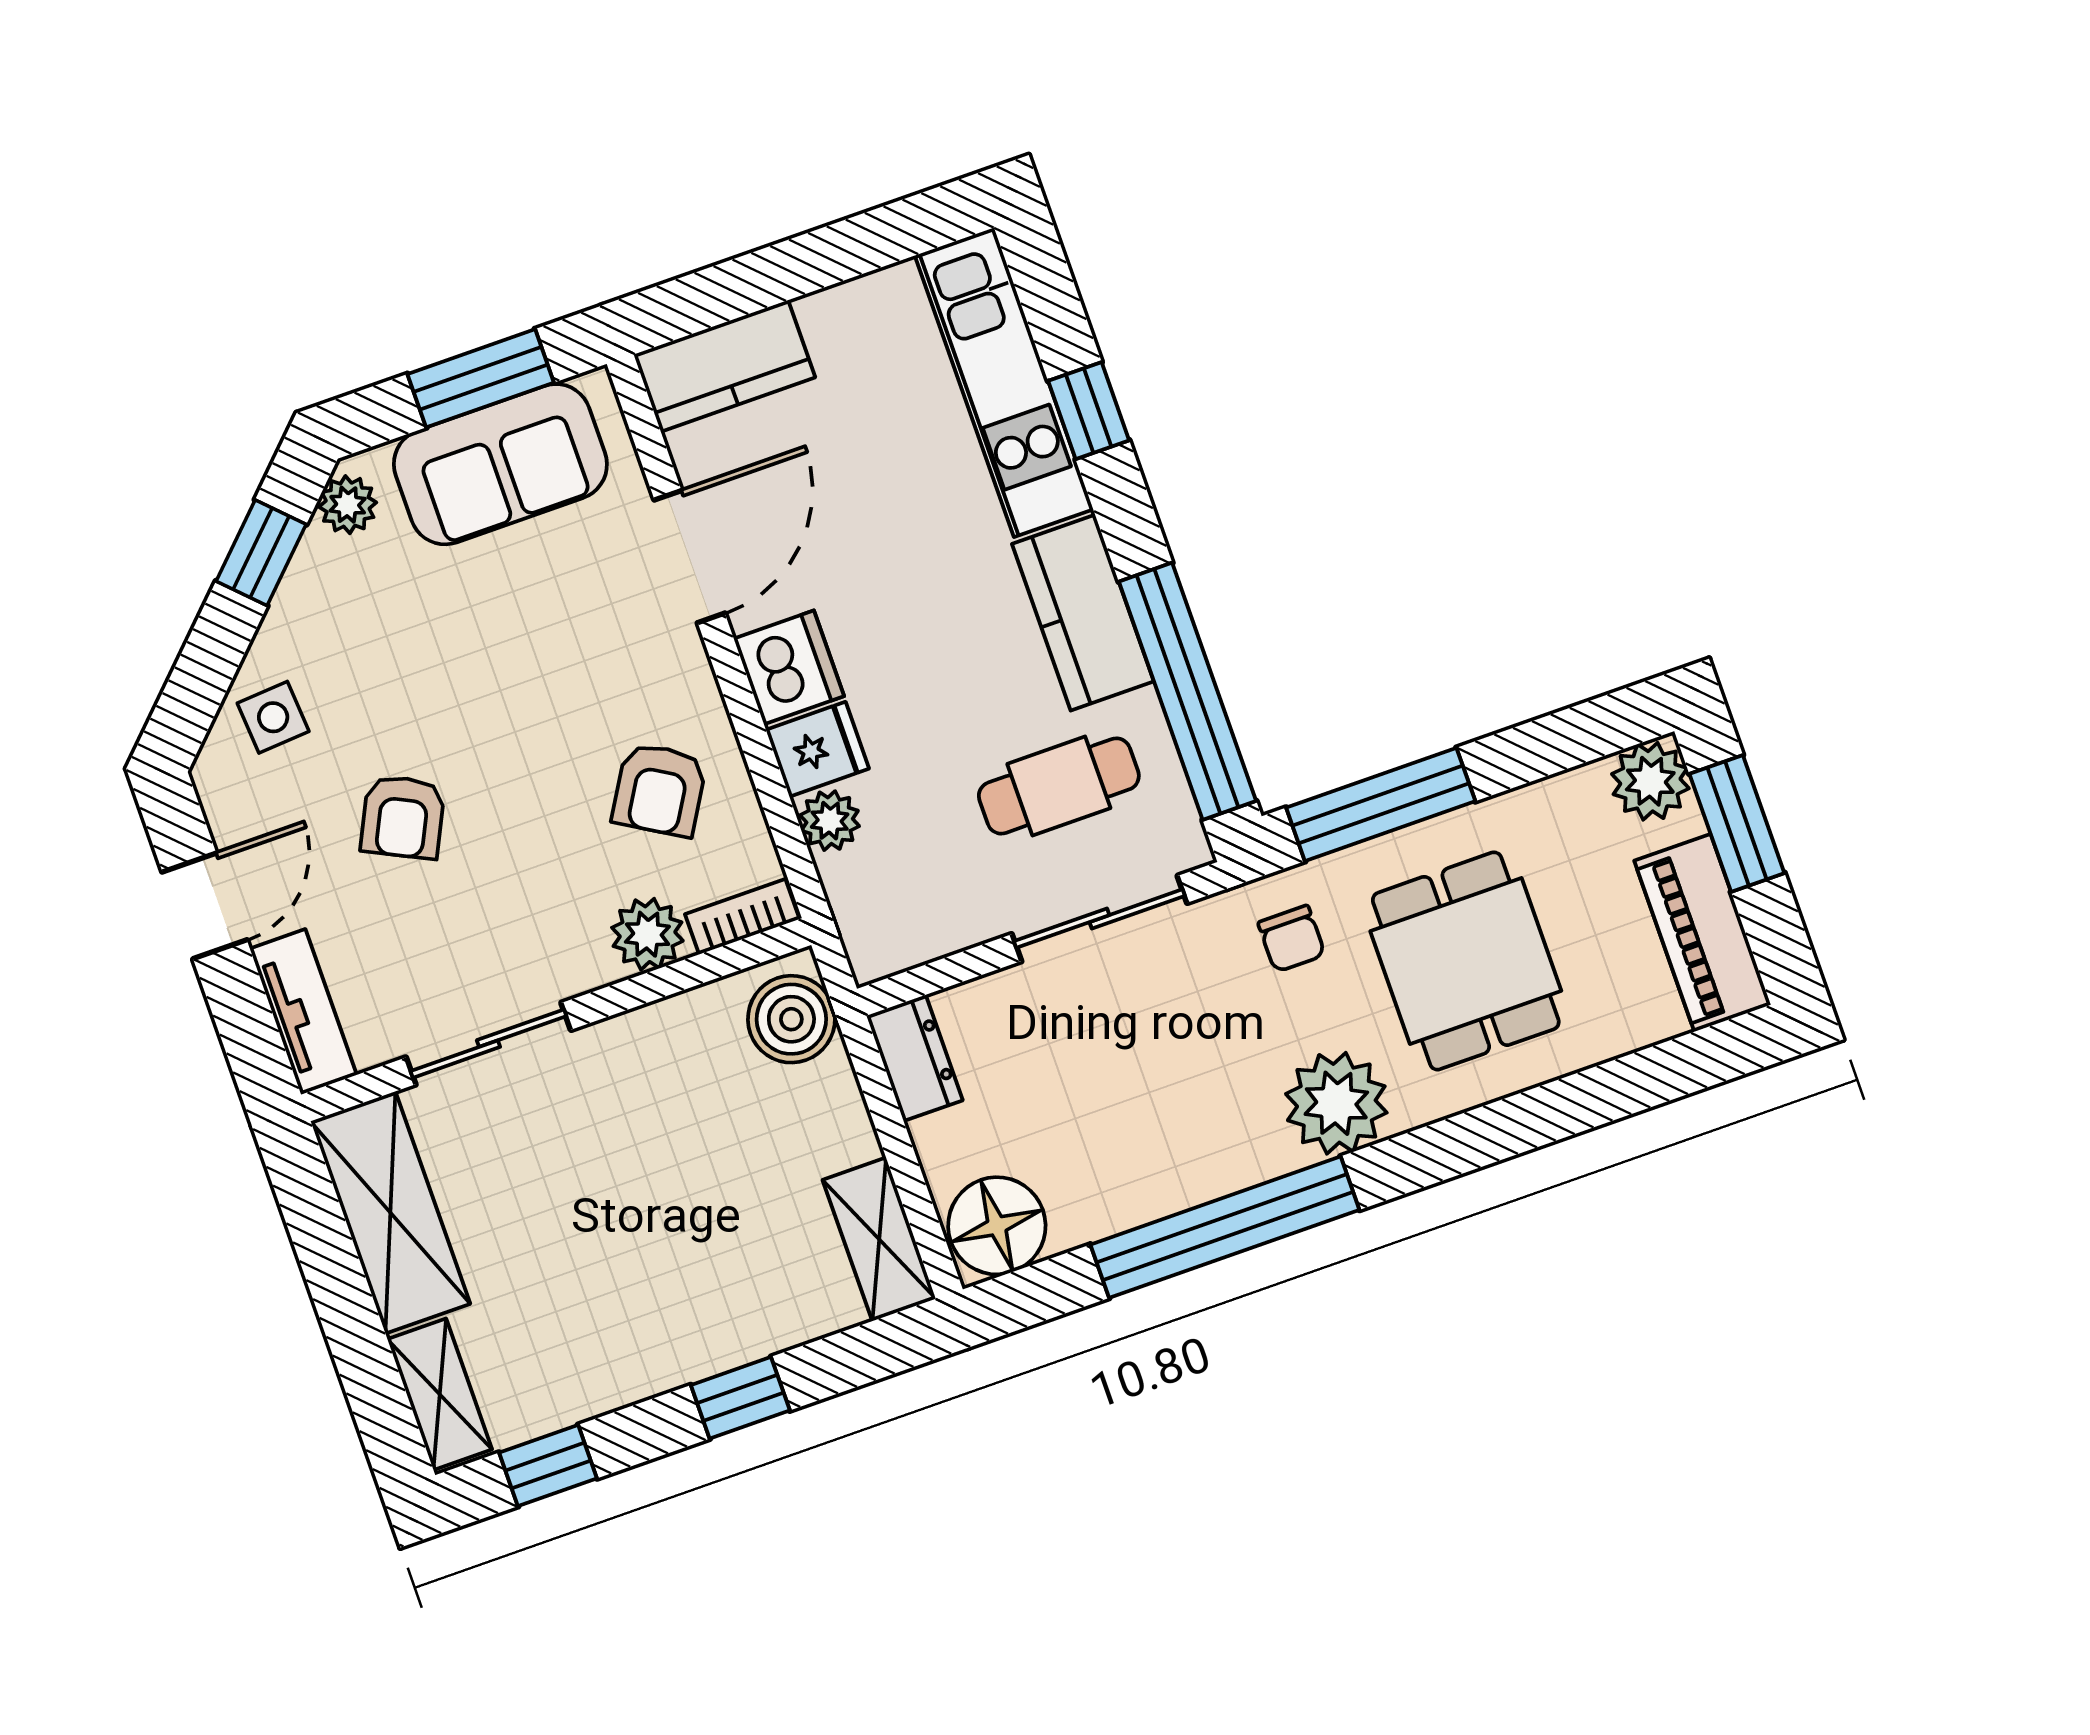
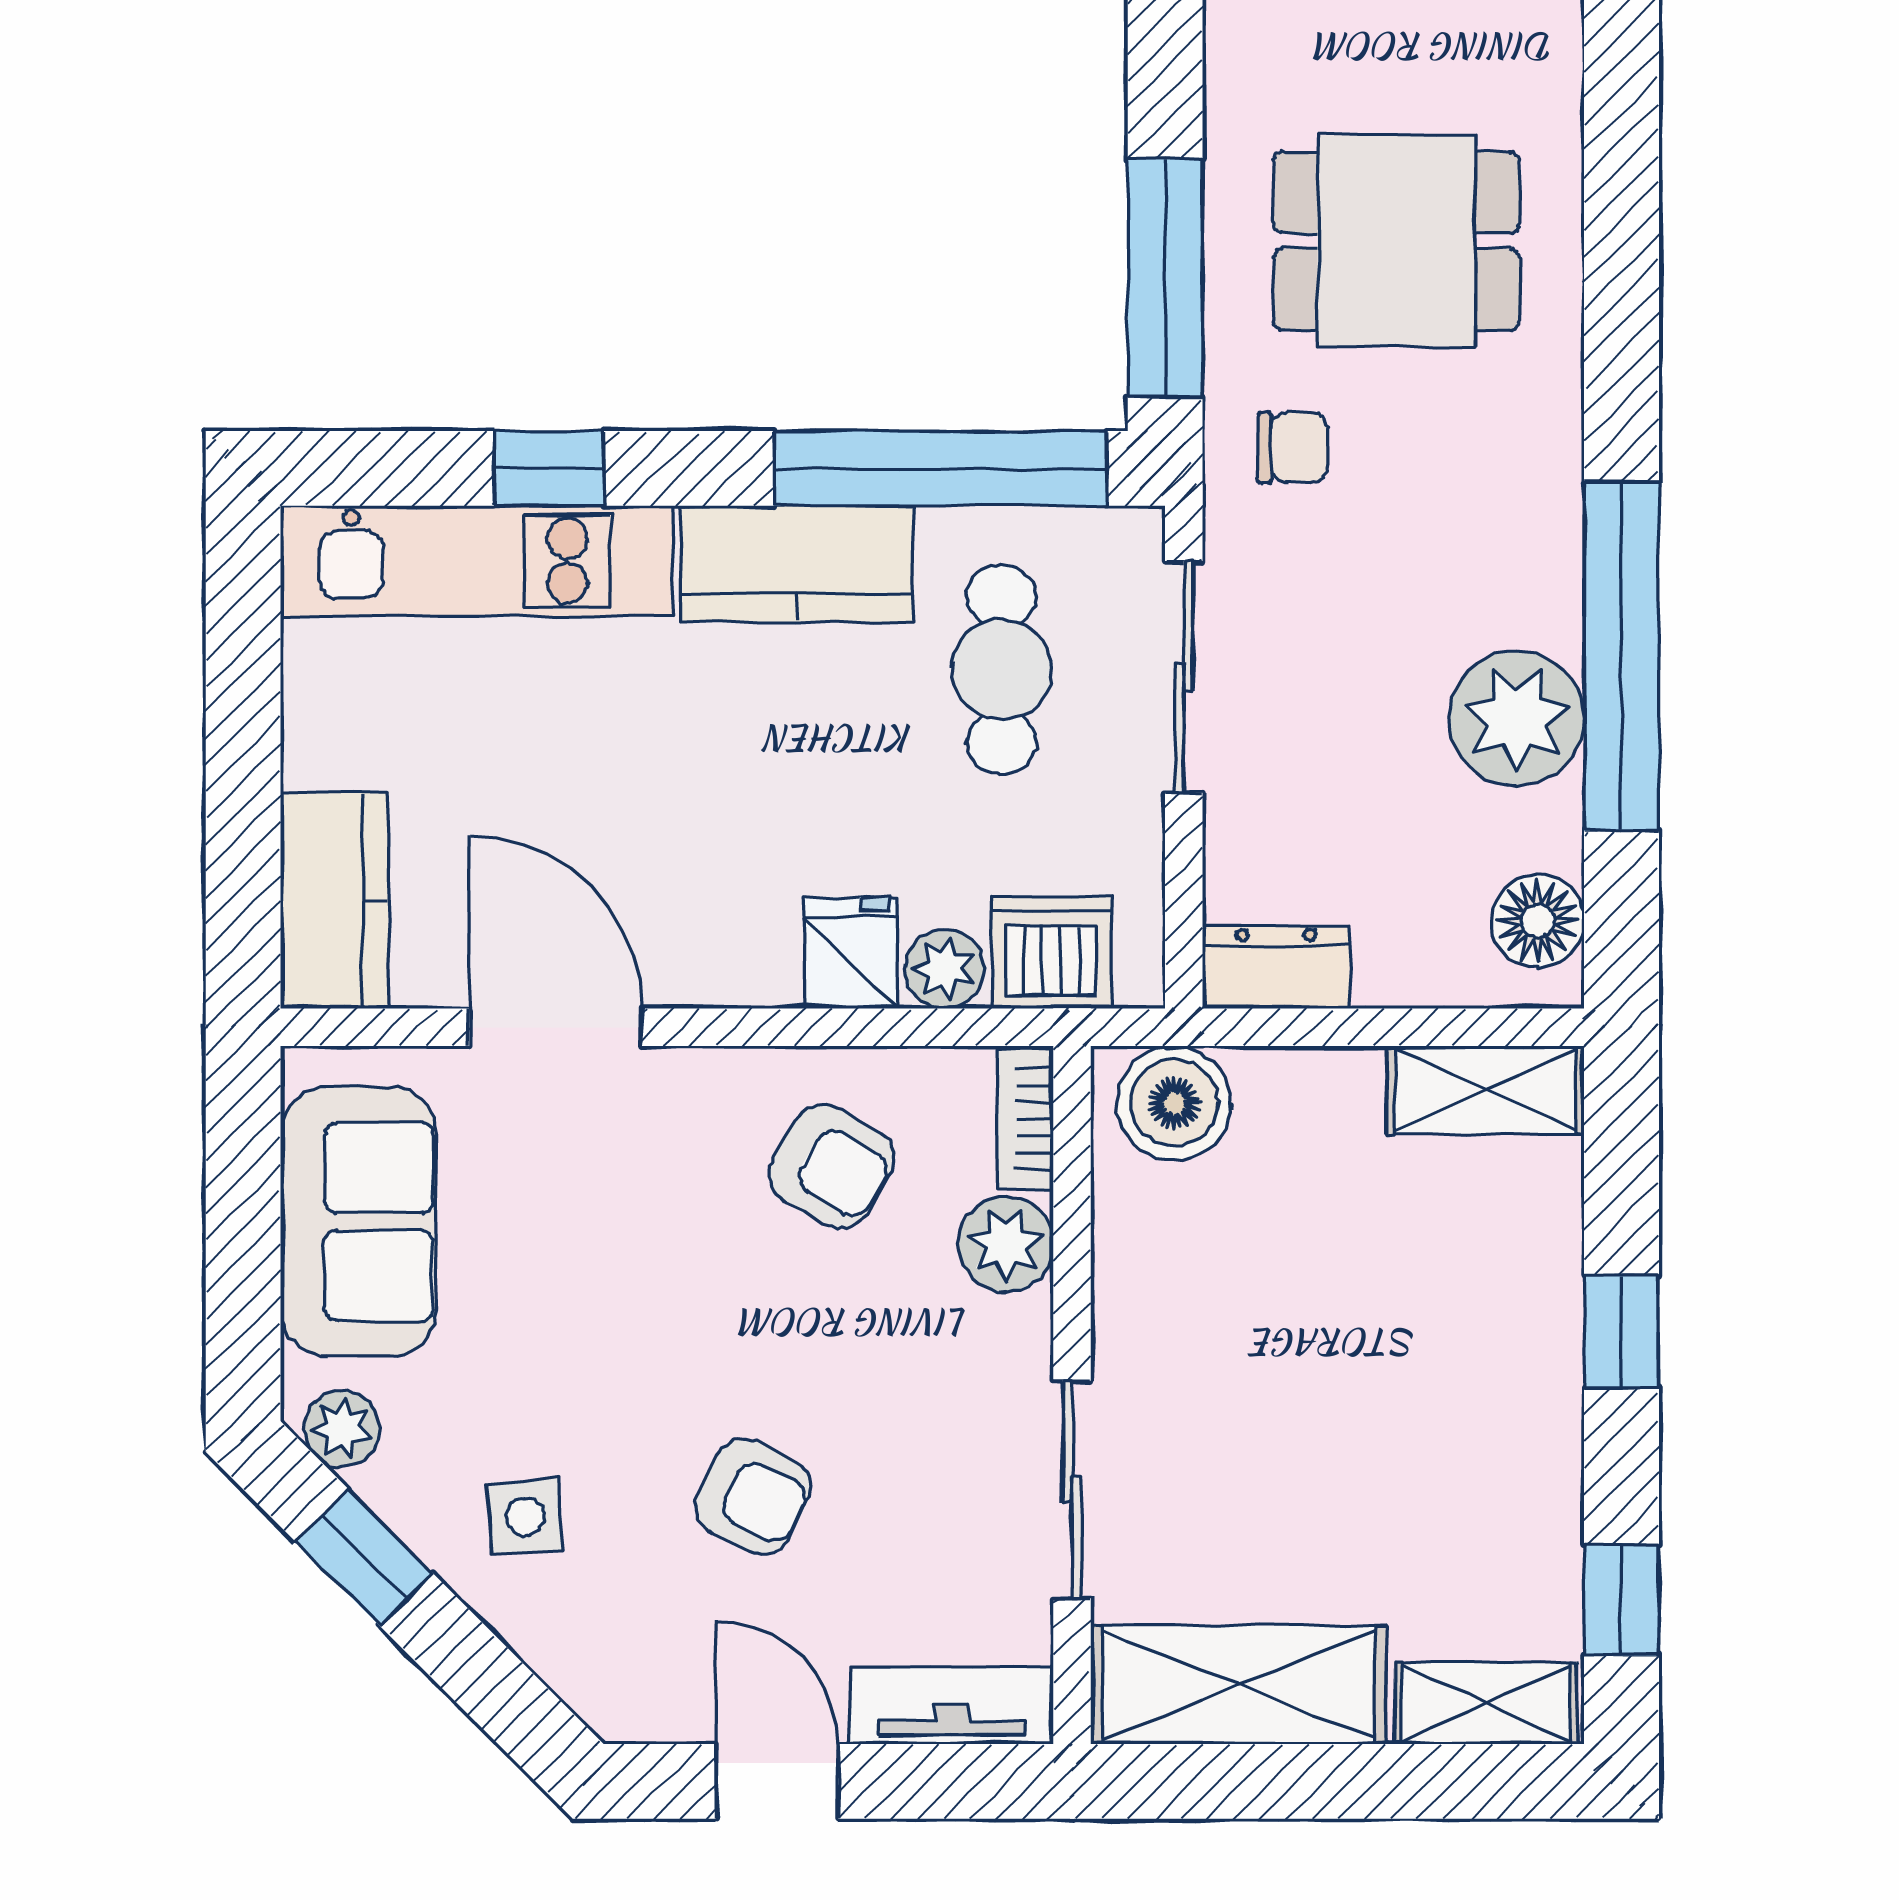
window: (481, 378) -> (243, 1209), removed
dishwasher: (789, 667) -> (1052, 952), moved
side table: (273, 717) -> (525, 1517), moved
plant: (1336, 1103) -> (1516, 718), moved
floor lamp: (997, 1226) -> (1538, 921), width x0.73, depth x0.73

